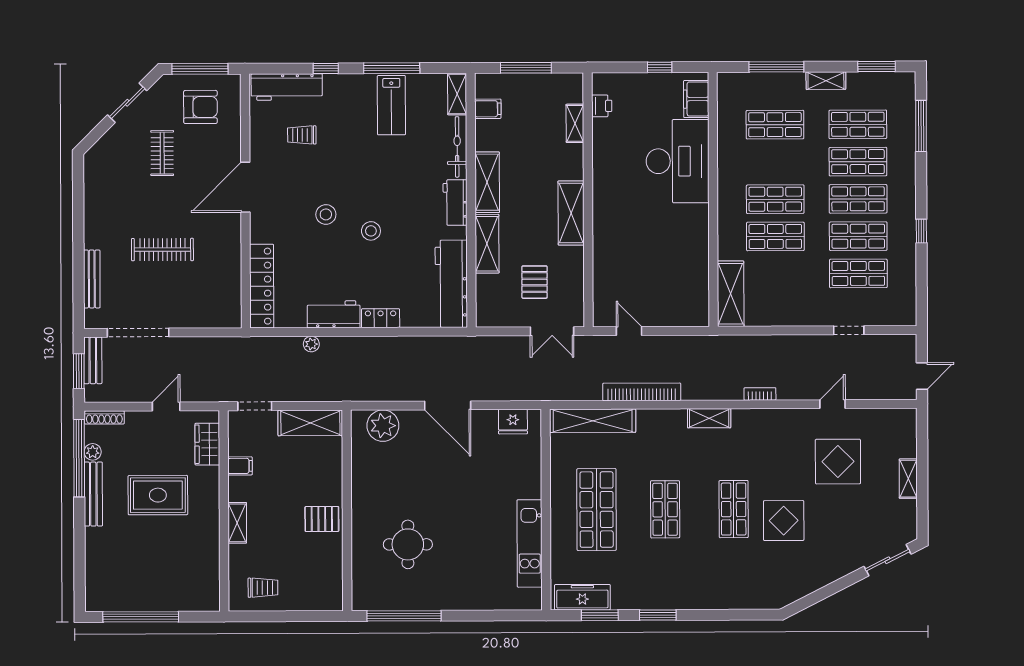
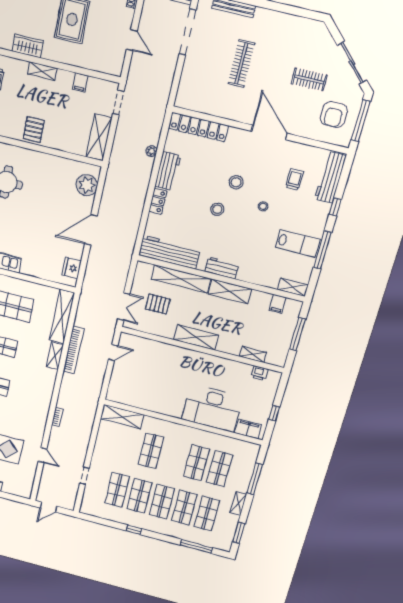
sliding door: (127, 103) -> (352, 63), width x1.37
lab bench: (391, 105) -> (298, 244), turned 180
bicycle: (457, 147) -> (258, 278), removed
stool: (350, 168) -> (263, 206), added
shop shelf: (775, 199) -> (197, 463), moved
shelving: (487, 244) -> (181, 279), width x1.47
double door: (552, 331) -> (124, 307), swing flipped
door: (922, 376) -> (48, 507), hinge flipped
shelving: (709, 418) -> (55, 356), moved
wardrobe: (207, 444) -> (28, 46), moved

